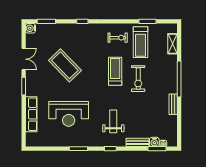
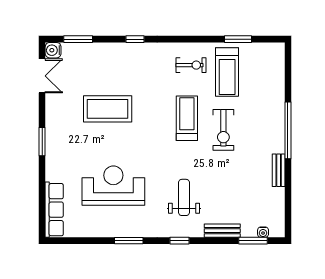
shelving: (172, 44) -> (278, 75), removed
double door: (24, 59) -> (42, 76), moved
coffee table: (65, 65) -> (108, 109), turned -46
row of seats: (31, 114) -> (54, 210), moved
reception desk: (69, 114) -> (113, 186), turned 180
water cooler: (154, 142) -> (249, 230), removed

